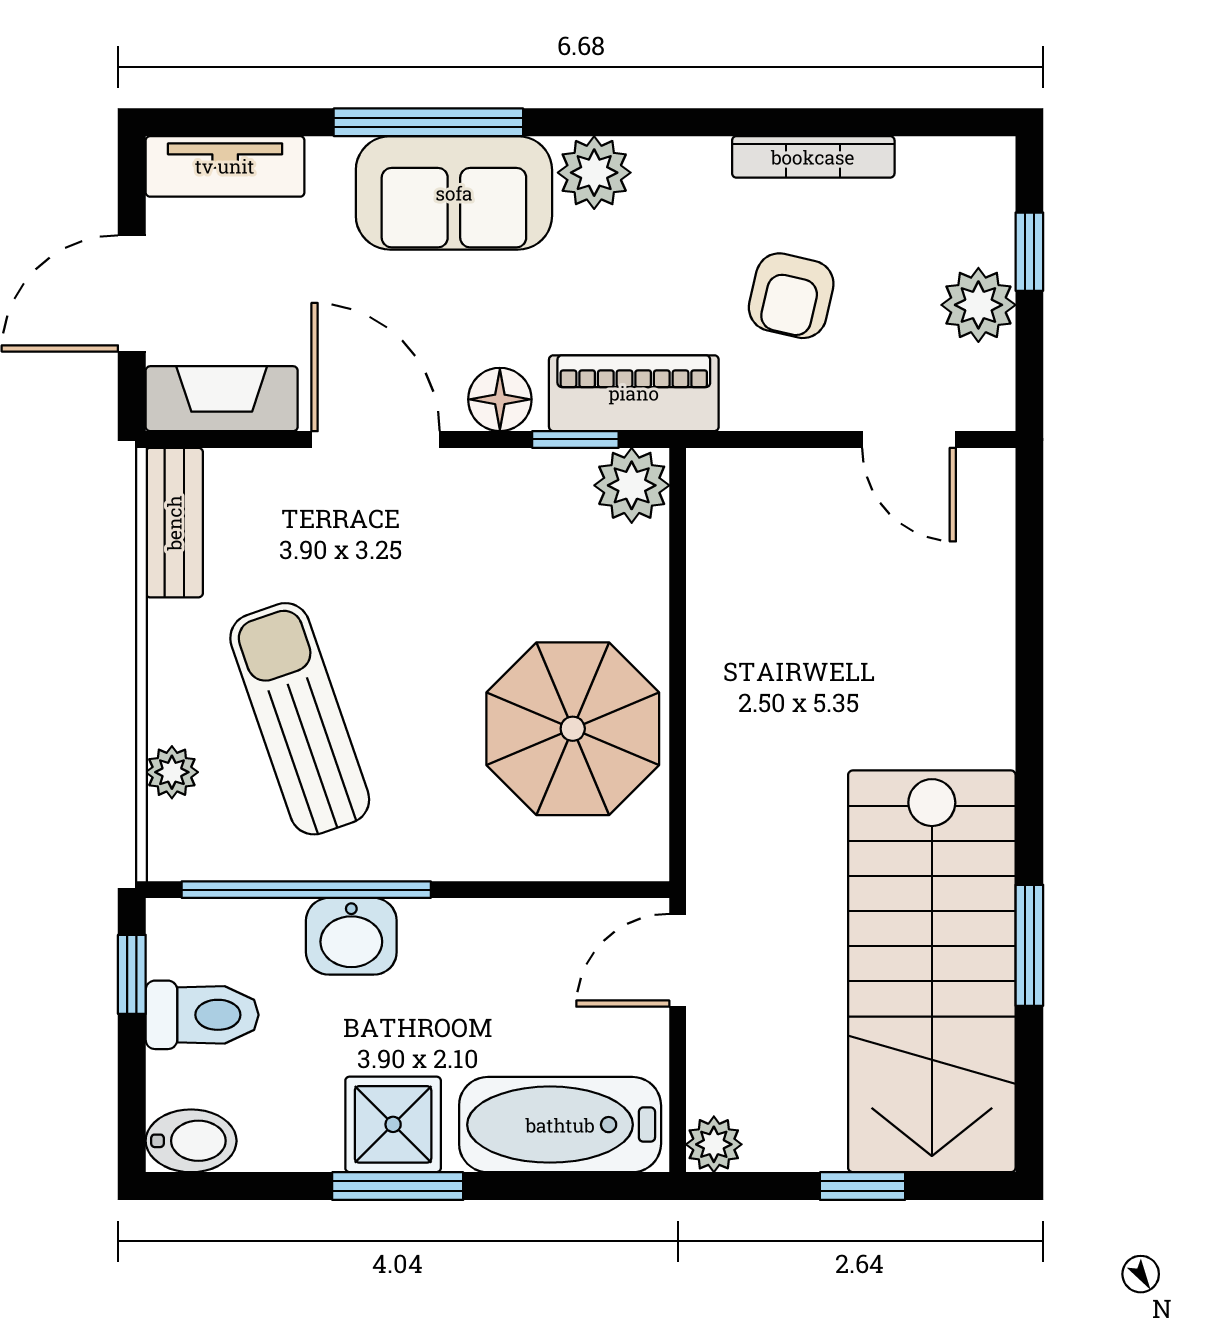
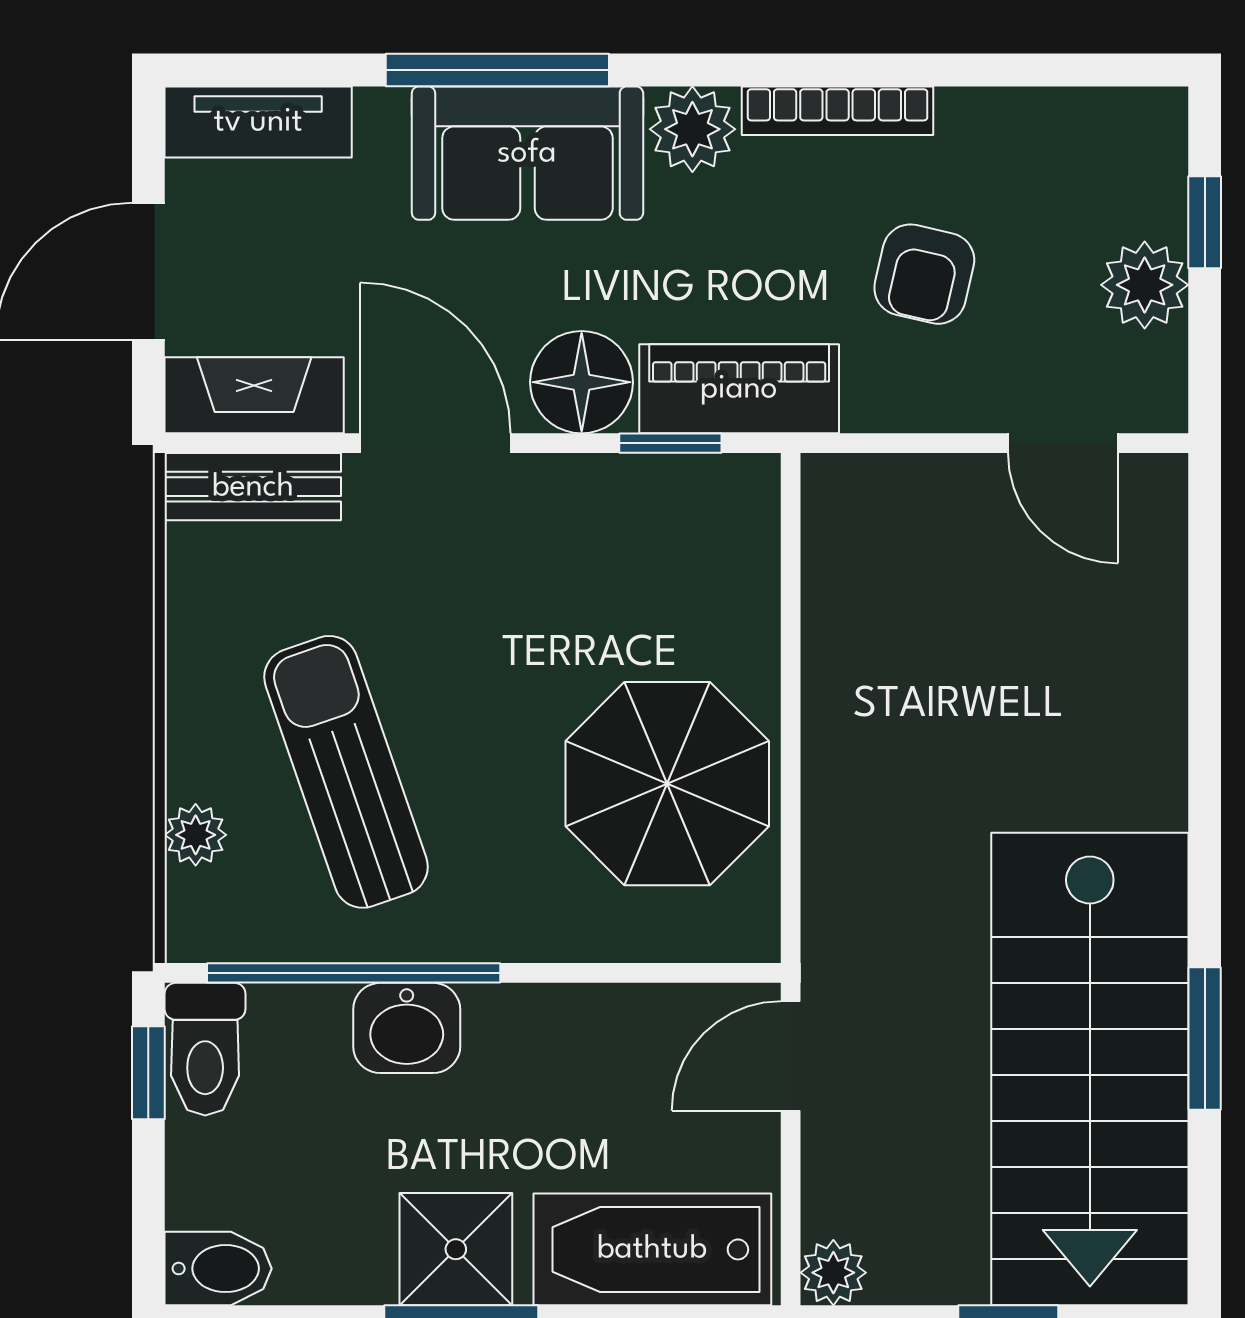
bookcase: (813, 157) -> (838, 111), moved
floor lamp: (500, 399) -> (582, 382), width x1.38, depth x1.38
plant: (632, 485) -> (737, 497), removed
bench: (174, 523) -> (253, 487), moved, turned 90
toilet: (202, 1015) -> (205, 1049), moved, turned 90

